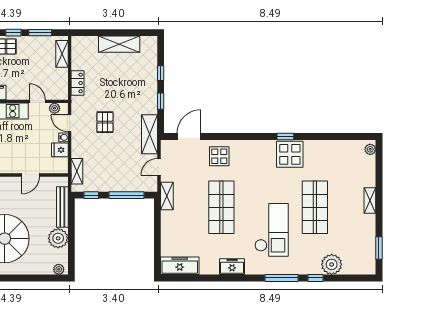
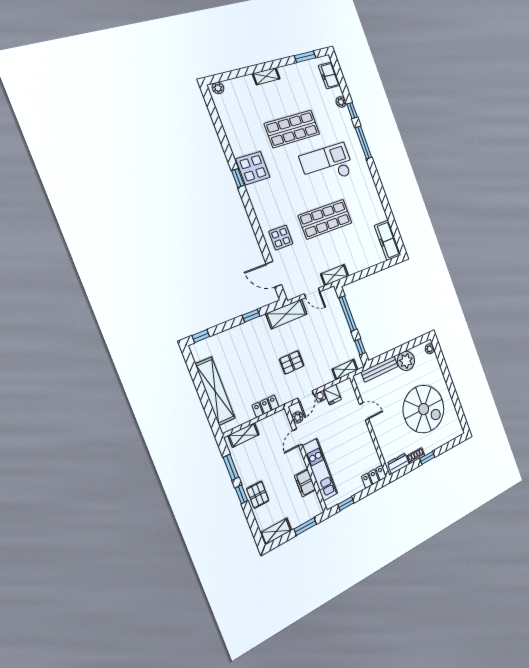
shelving: (119, 44) -> (215, 391), width x1.47
window: (161, 73) -> (201, 336), moved
plant: (332, 264) -> (341, 102), width x0.53, depth x0.53
freezer: (232, 267) -> (329, 76), moved

